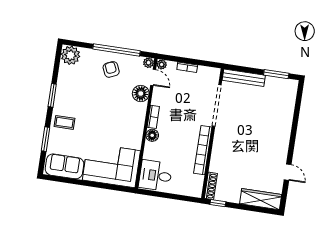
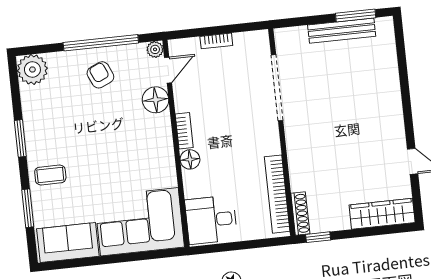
plant: (162, 64) -> (176, 47), removed
door: (153, 77) -> (168, 70), hinge flipped
bench: (244, 78) -> (342, 31), moved
bookcase: (203, 150) -> (277, 194), moved

